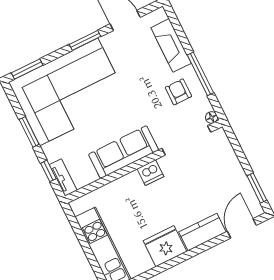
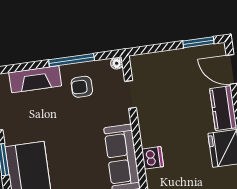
doorway: (186, 140) -> (131, 94), width x0.53
dishwasher: (150, 173) -> (153, 158), moved

